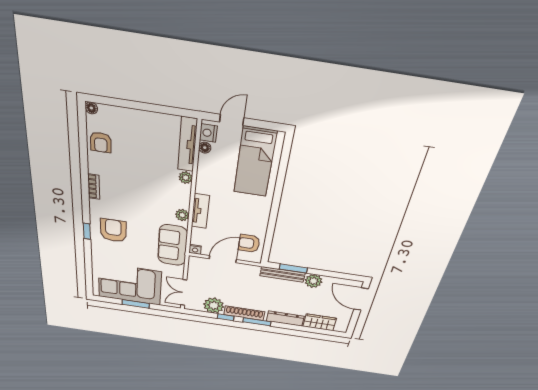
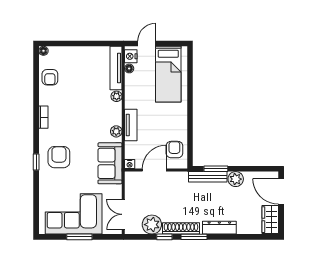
armchair: (249, 243) -> (174, 150), turned 90
wardrobe: (320, 322) -> (270, 220), moved, turned -90

